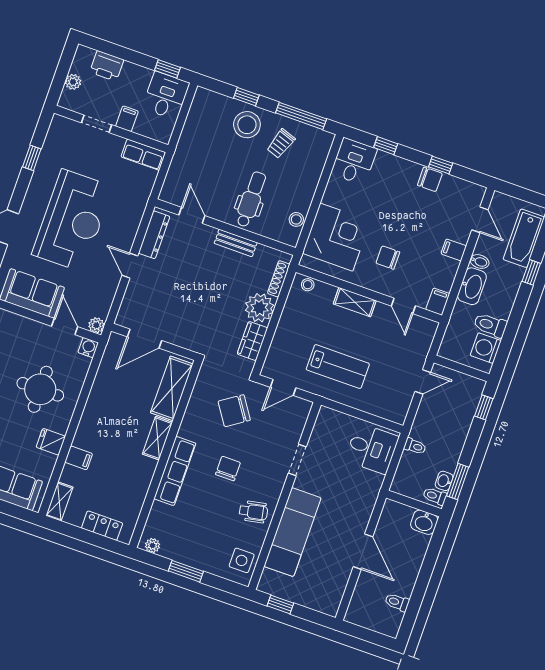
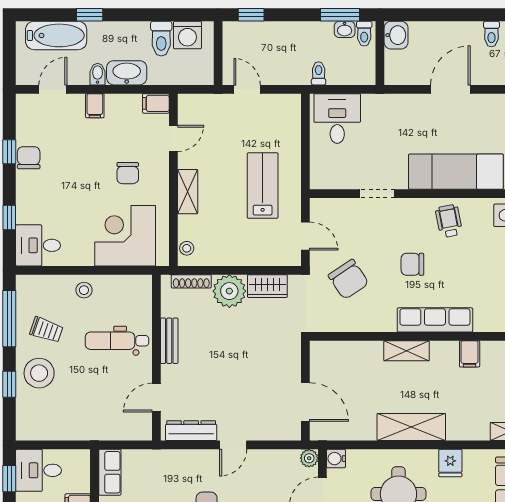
stool: (296, 219) -> (84, 290), moved
shelving: (172, 388) -> (411, 427), moved
filing cabinet: (79, 458) -> (470, 354), moved, turned 180

